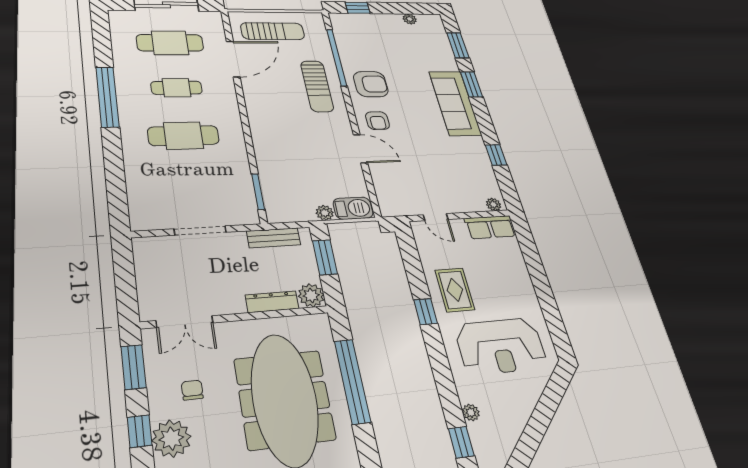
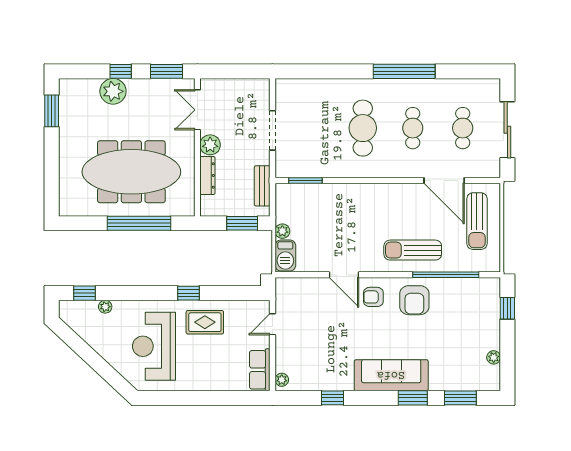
cafe table: (170, 43) -> (463, 128), width x0.73, depth x0.74
door: (360, 149) -> (344, 275), hinge flipped
plant: (311, 295) -> (210, 145), moved
chair: (192, 390) -> (145, 109), removed

